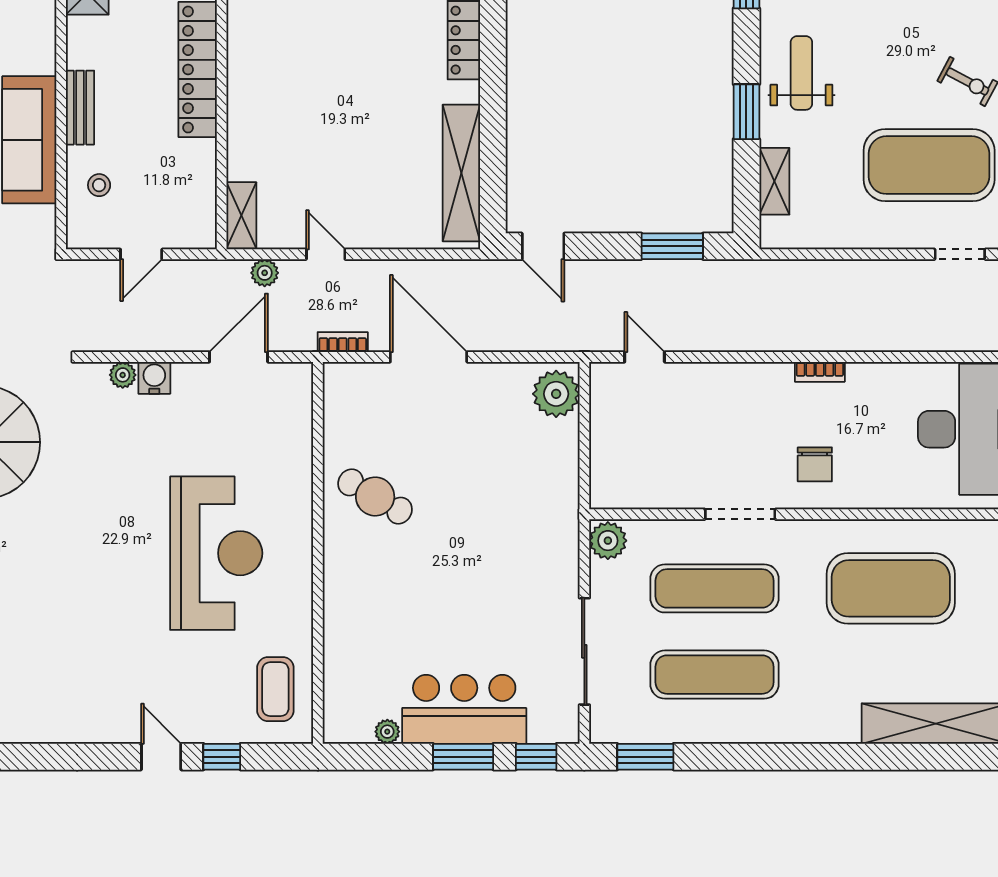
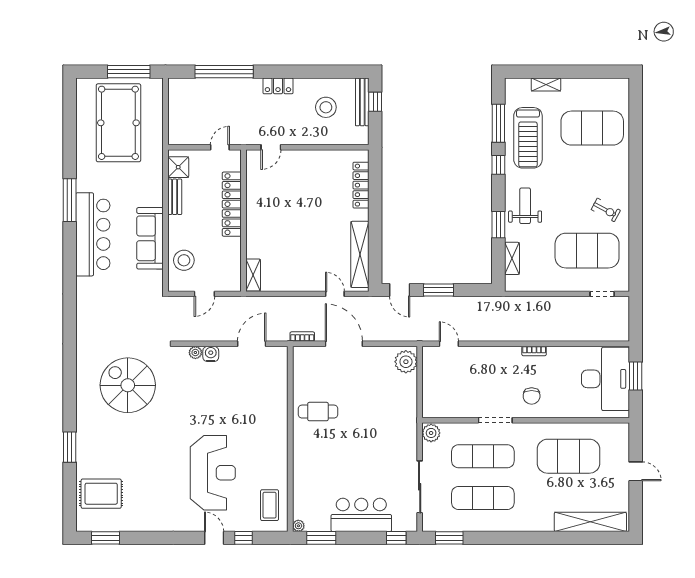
bench: (80, 108) -> (175, 197), moved
stool: (99, 185) -> (184, 260), width x1.89, depth x1.89
window: (672, 246) -> (439, 290), moved
door: (326, 254) -> (335, 294), moved
plant: (265, 273) -> (264, 303), removed
cafe table: (375, 496) -> (318, 412), turned -30
reception desk: (216, 553) -> (213, 473), moved
plant: (387, 732) -> (298, 526), moved
window: (463, 757) -> (321, 538), moved

